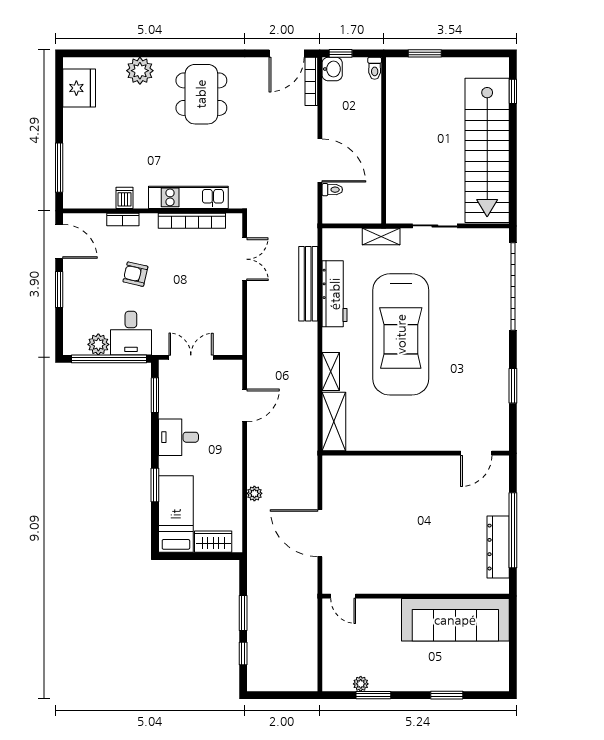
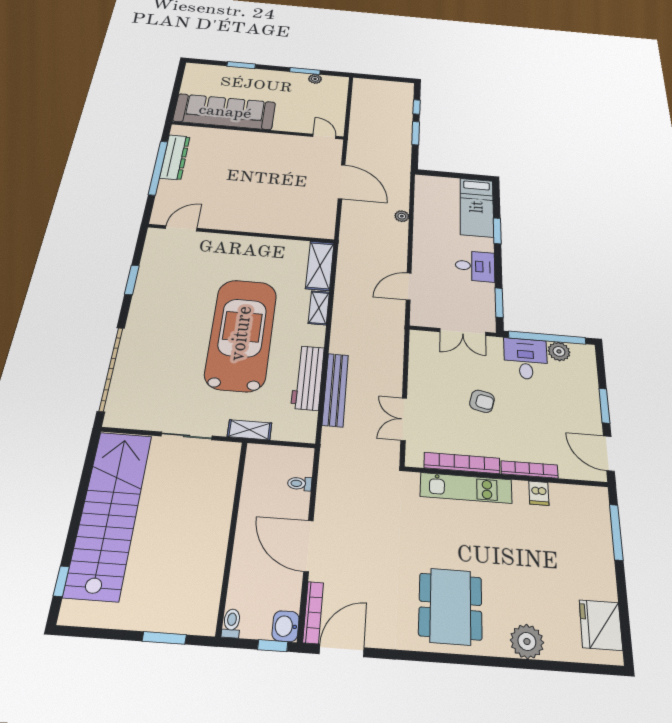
door: (320, 161) -> (308, 546), moved
bookcase: (123, 220) -> (529, 469), width x1.56
armchair: (135, 274) -> (482, 401), moved
wardrobe: (213, 542) -> (442, 184), removed

